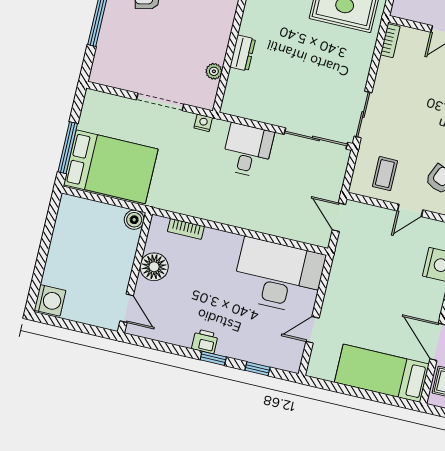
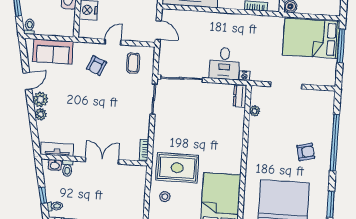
dresser: (243, 53) -> (240, 96), moved
nightstand: (203, 123) -> (244, 76), moved

